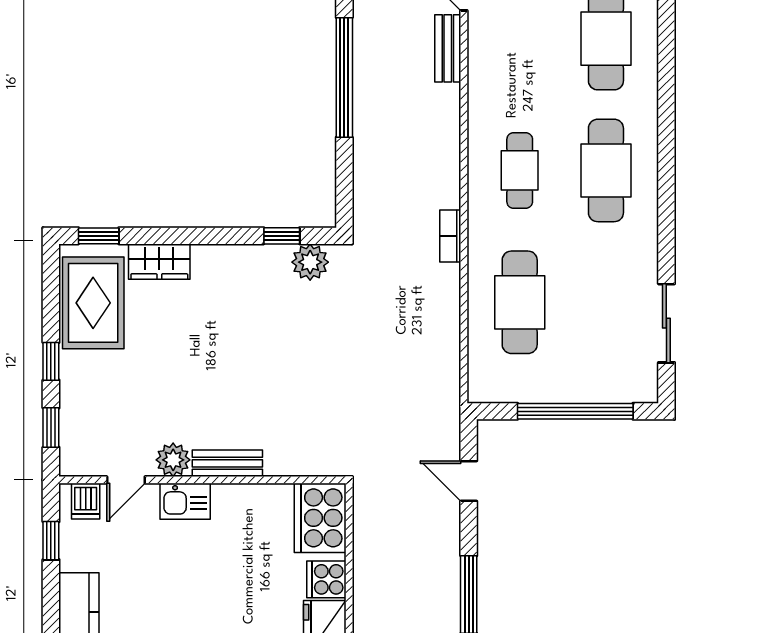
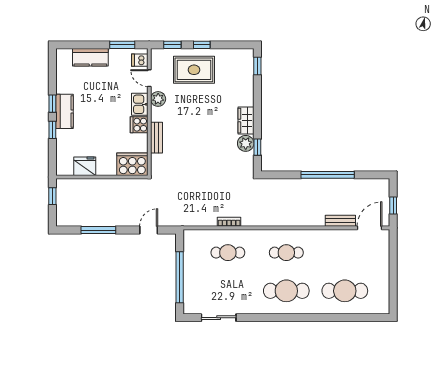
bookcase: (450, 236) -> (229, 222), moved
wardrobe: (159, 262) -> (246, 121), moved
plant: (310, 262) -> (246, 143), moved
cafe table: (520, 302) -> (228, 253), width x0.73, depth x0.74
rug: (93, 303) -> (194, 70), moved
bench: (227, 463) -> (157, 138), moved
window: (51, 541) -> (122, 45), width x1.50
cooker: (326, 579) -> (139, 125), moved, turned -90

